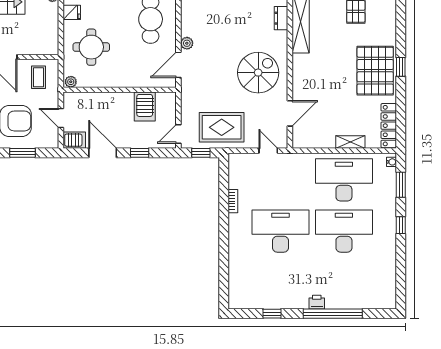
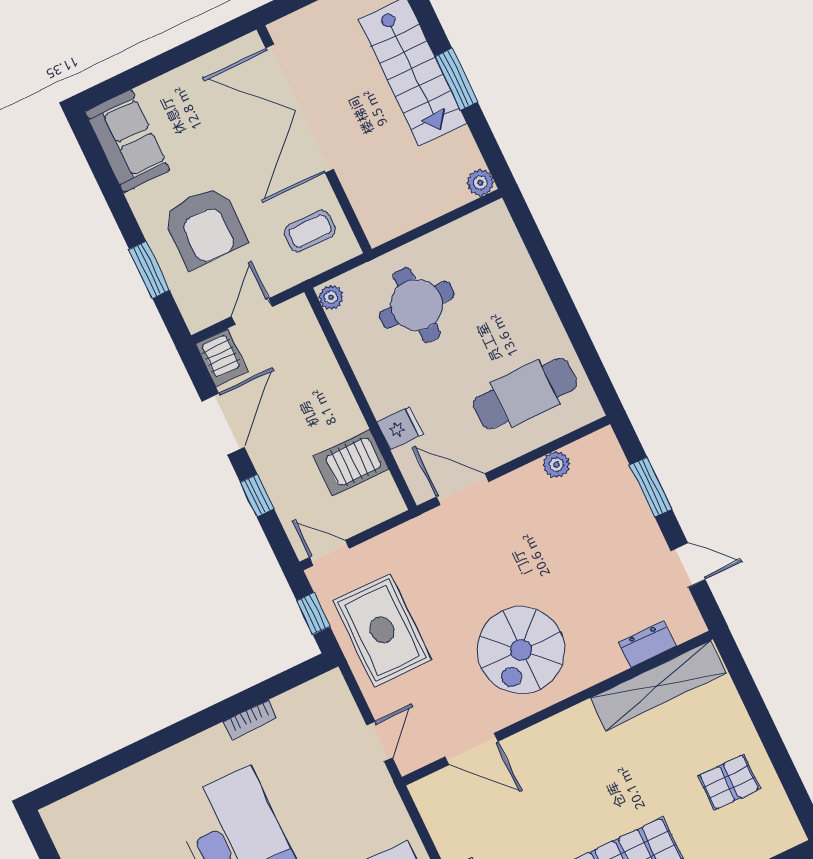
fridge: (72, 12) -> (400, 428), moved, turned -90
plant: (187, 43) -> (556, 465), moved
spiral stairs: (258, 73) -> (521, 650), turned 90

